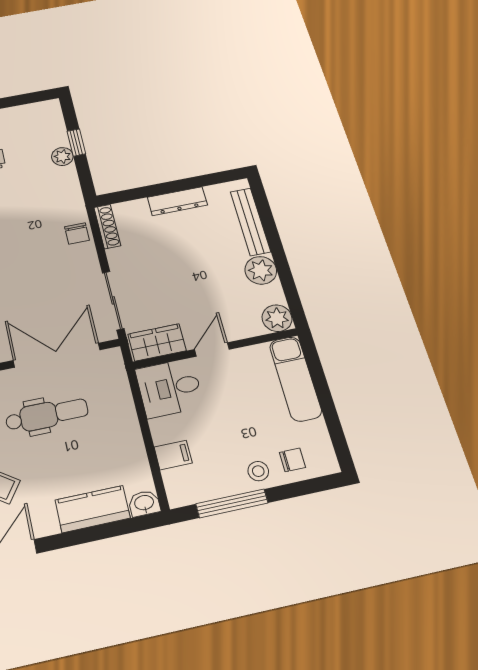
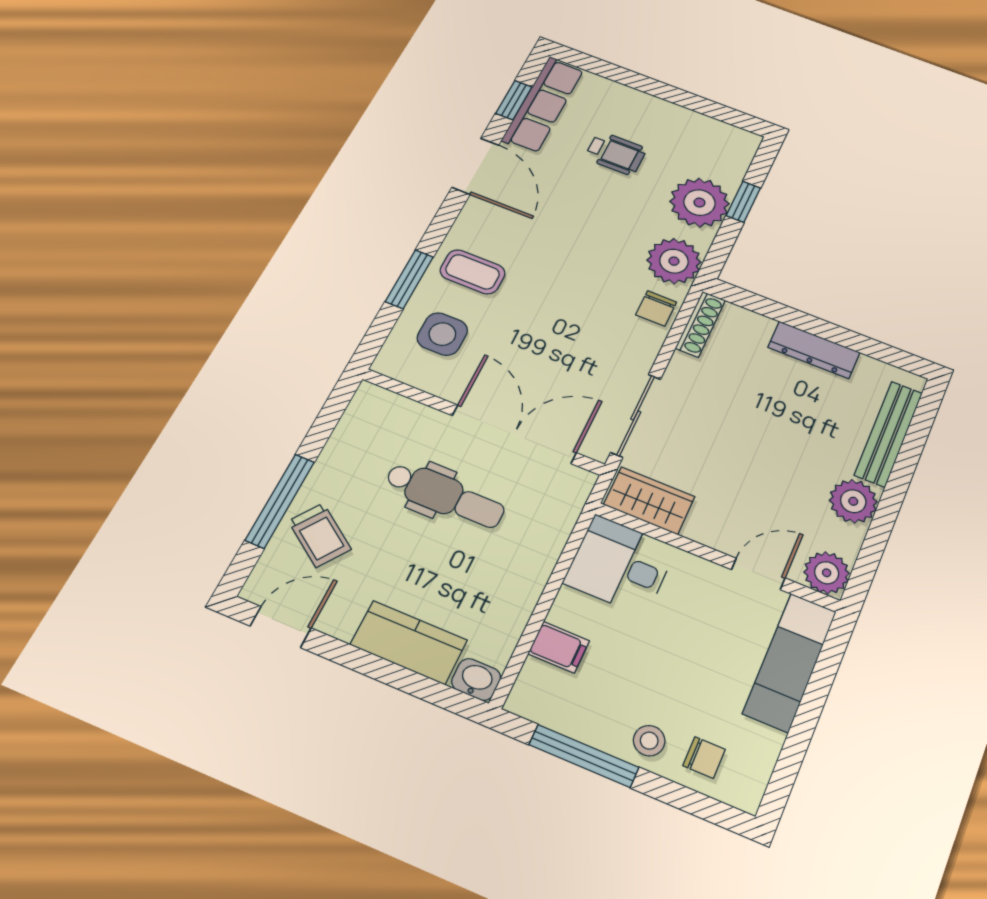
plant: (62, 156) -> (699, 203), width x1.88, depth x1.88
plant: (66, 200) -> (674, 261), added
door: (212, 349) -> (758, 574), moved

